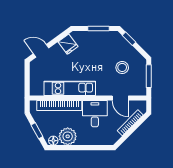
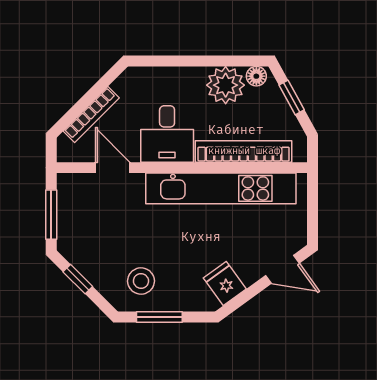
window: (129, 39) -> (78, 279), moved
stool: (122, 67) -> (141, 281), moved
kitchen unit: (70, 88) -> (221, 188), width x1.36

